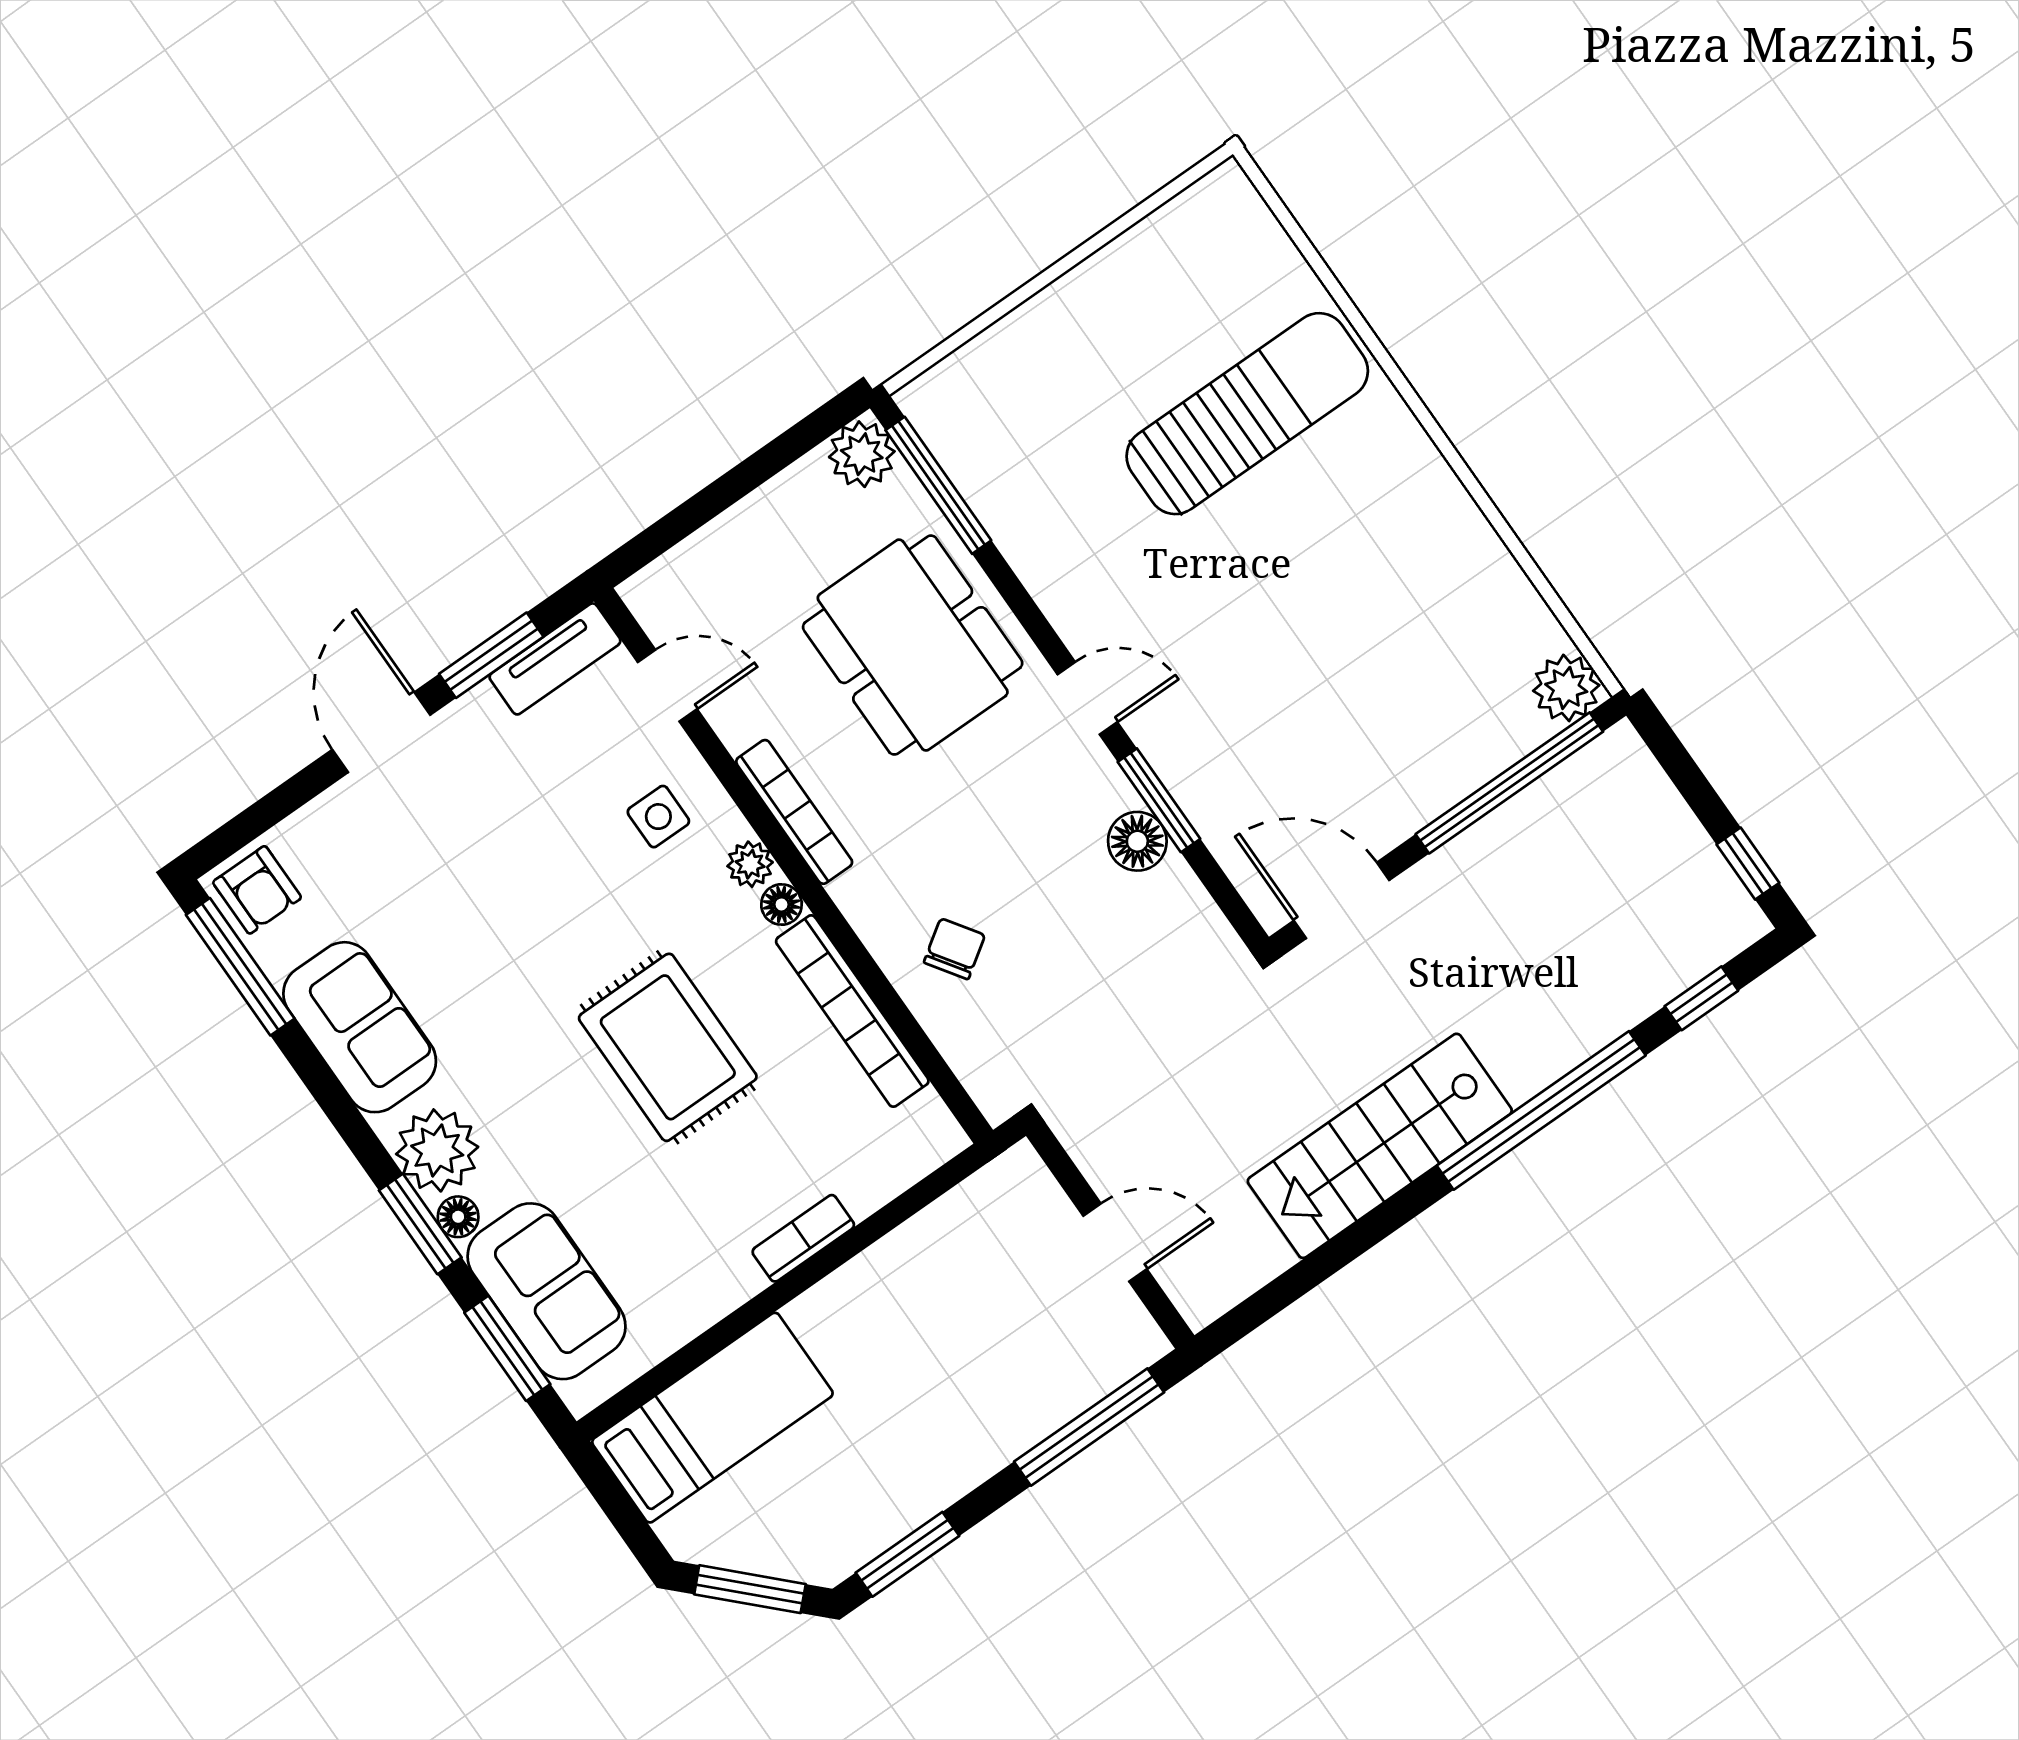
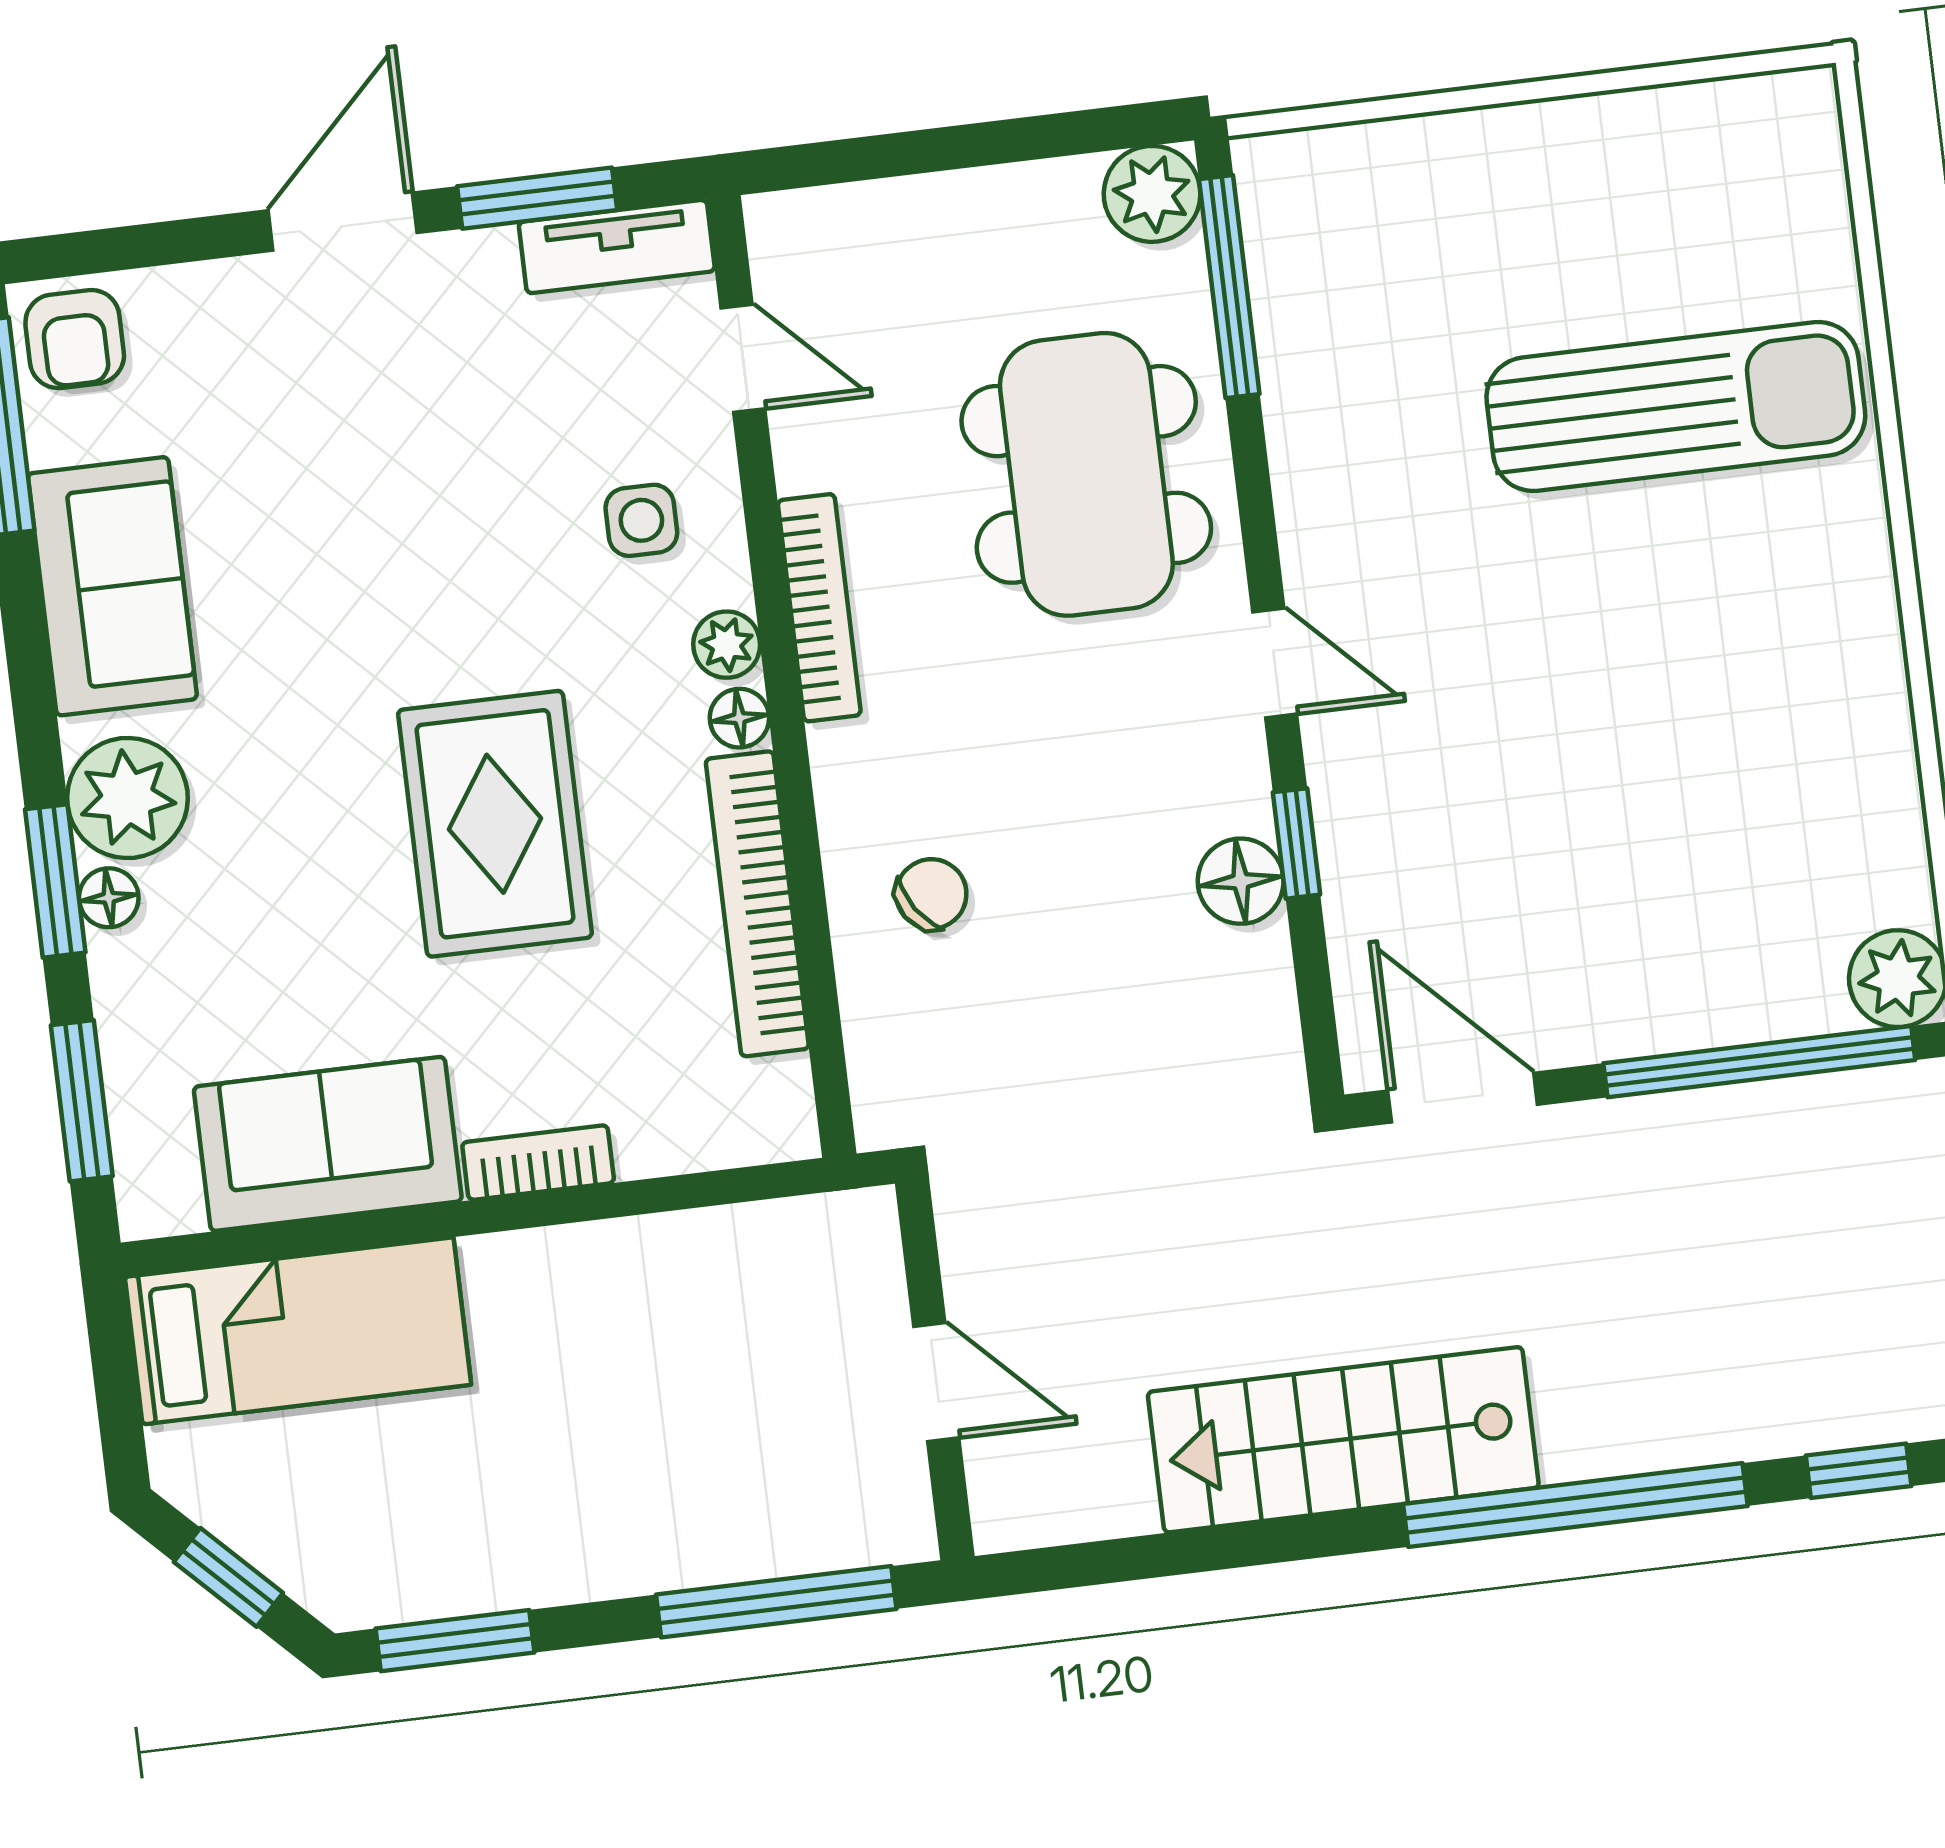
window: (1159, 800) -> (1297, 843), width x0.67
sofa: (547, 1291) -> (328, 1144), moved, turned -90
window: (750, 1589) -> (228, 1577), width x0.67

